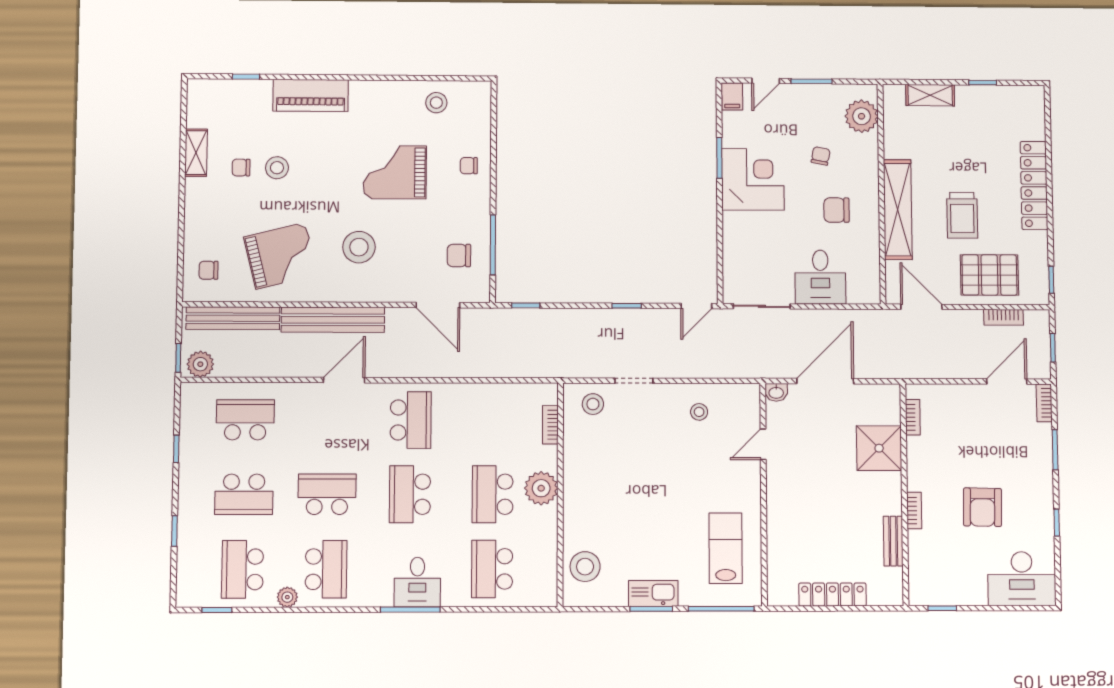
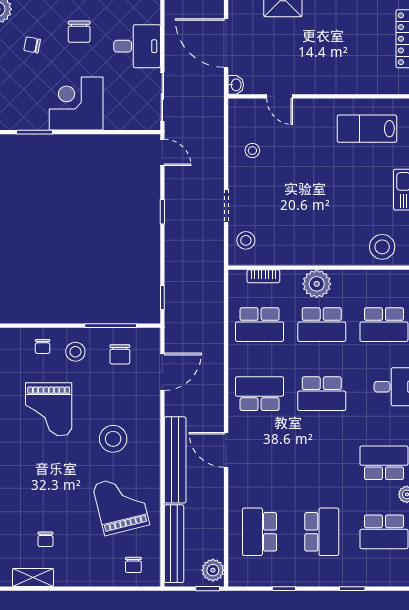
stool: (277, 168) -> (75, 352), moved
corner desk: (753, 179) -> (76, 104), moved
school desk: (327, 494) -> (260, 325), moved, turned -90

